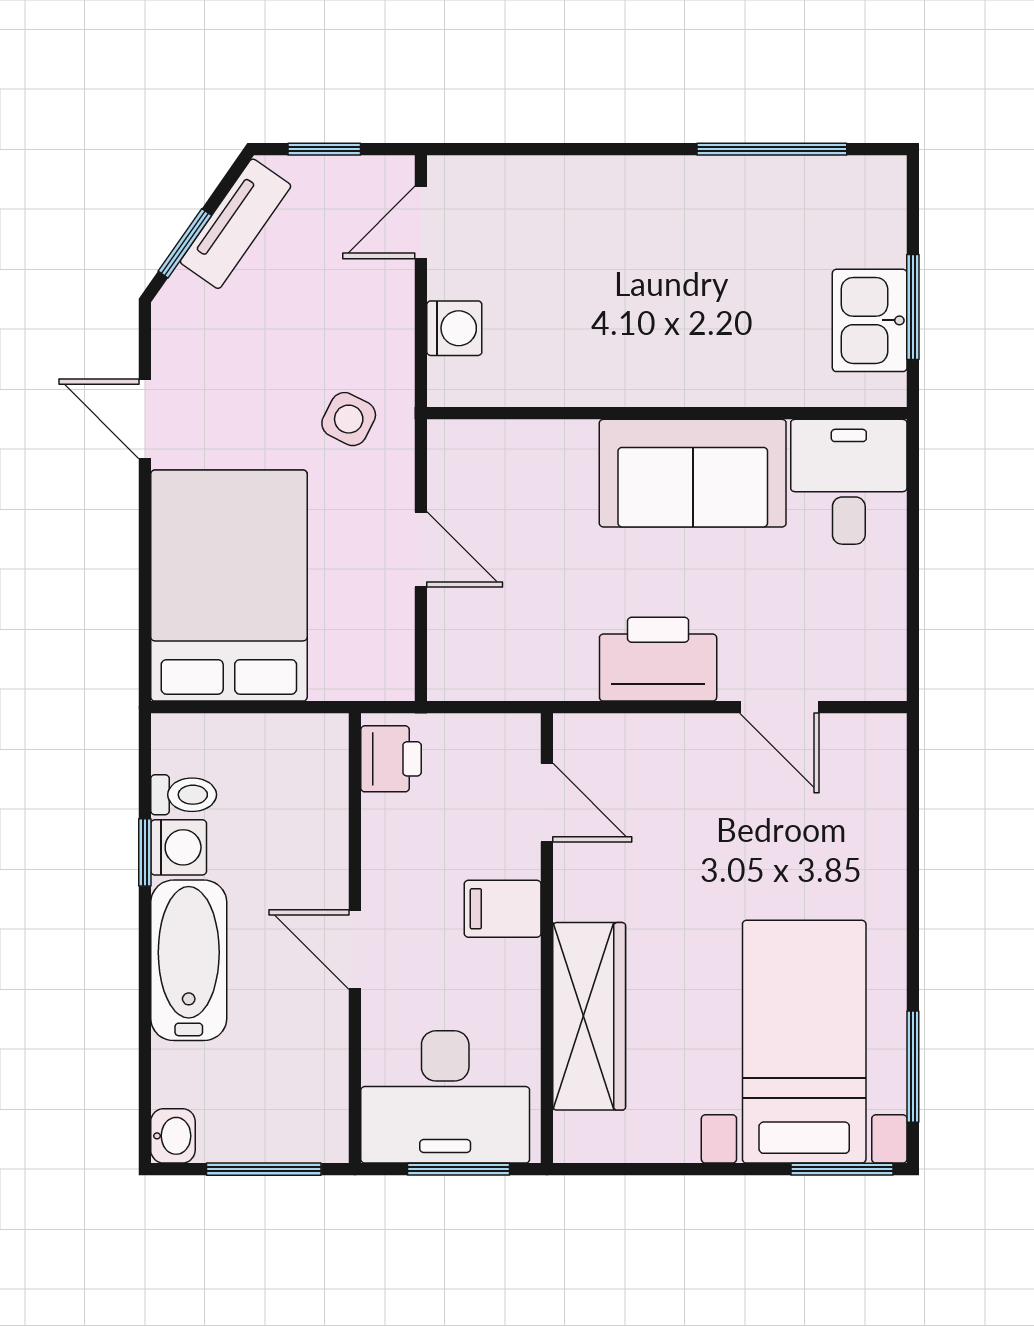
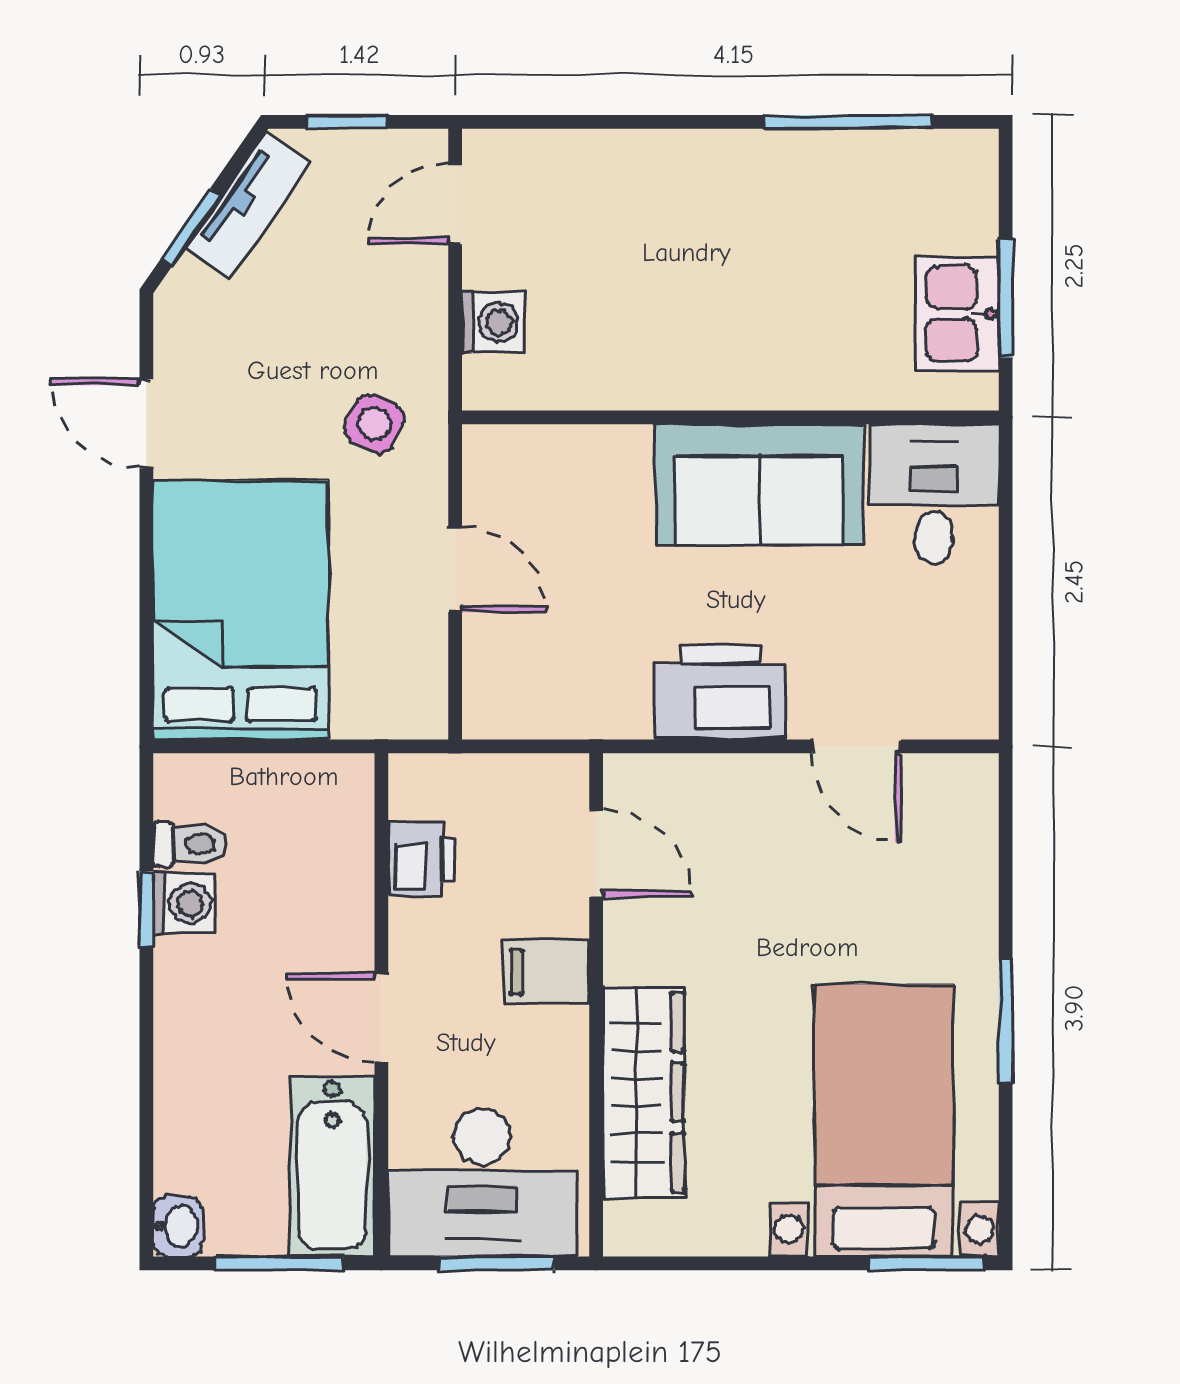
printer: (391, 759) -> (422, 860), moved
bathtub: (189, 960) -> (332, 1167), moved, turned 180
window: (913, 1067) -> (1006, 1021), moved

